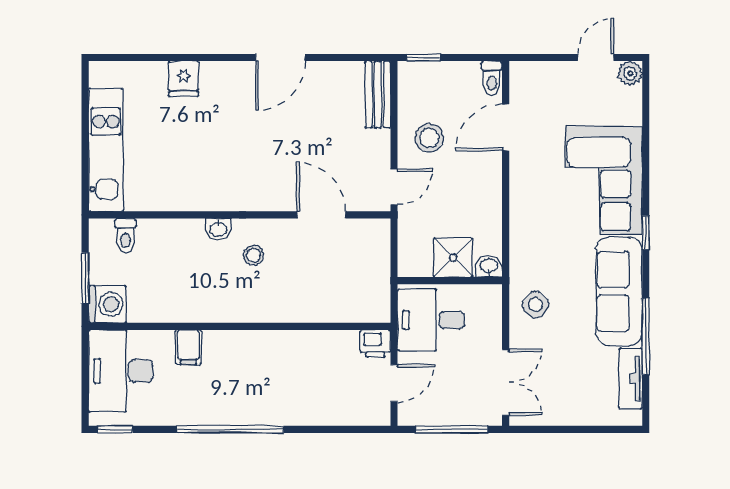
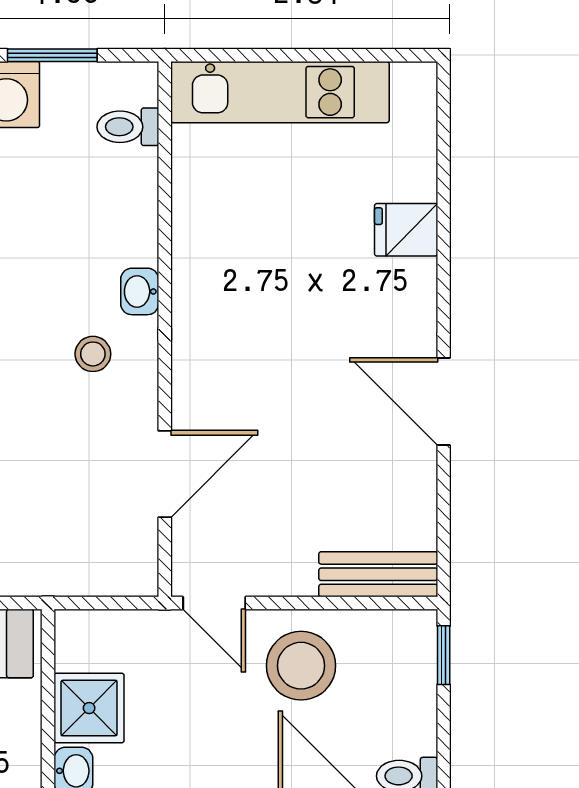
stool: (429, 138) -> (301, 666), width x1.38, depth x1.38

